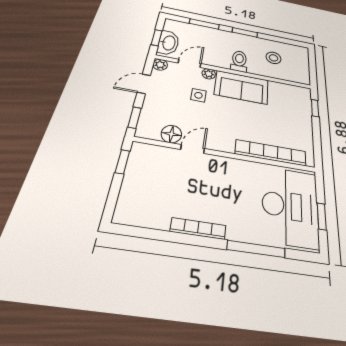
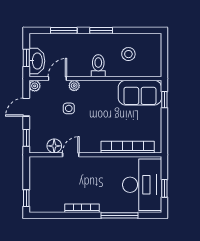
sofa: (242, 87) -> (140, 93), moved
window: (122, 162) -> (26, 198), moved

